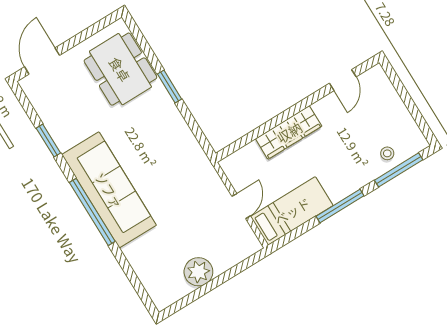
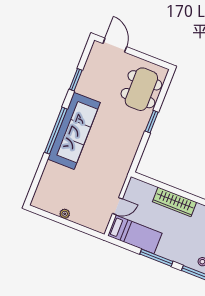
door: (42, 61) -> (115, 45), hinge flipped
plant: (198, 272) -> (65, 214), width x0.53, depth x0.53

